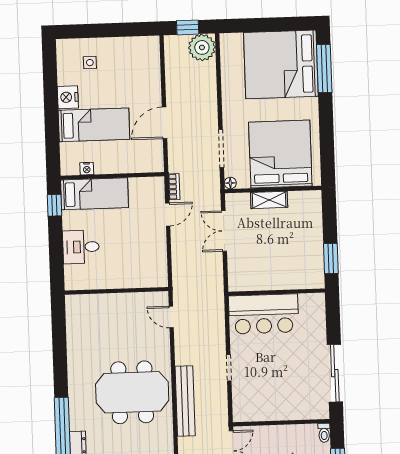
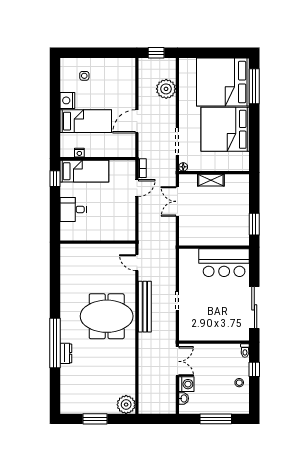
plant: (202, 47) -> (166, 89), moved
bed: (280, 154) -> (225, 129), moved, turned -90
bar counter: (264, 314) -> (224, 263), moved
bench: (185, 401) -> (145, 307), moved

